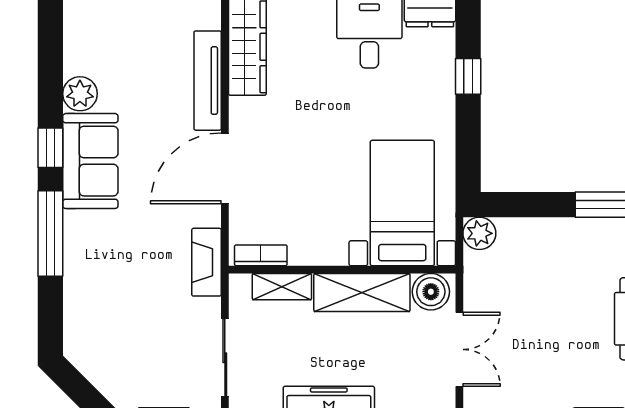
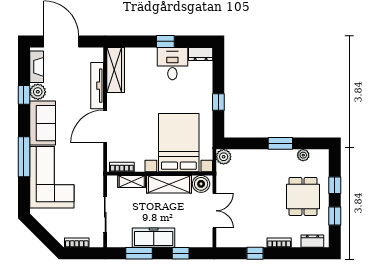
window: (468, 76) -> (218, 102), moved
window: (50, 148) -> (24, 95), moved
bed with nightstands: (402, 203) -> (179, 143), width x1.36
fireplace: (207, 262) -> (37, 67), moved, turned 180
corner sofa: (110, 277) -> (52, 177), added

